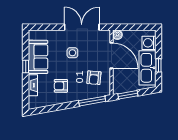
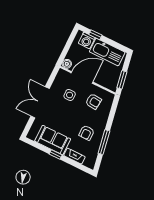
double door: (82, 27) -> (40, 102), moved
side table: (72, 53) -> (70, 95), moved
window: (158, 65) -> (95, 35), moved
window: (92, 101) -> (104, 142), moved

